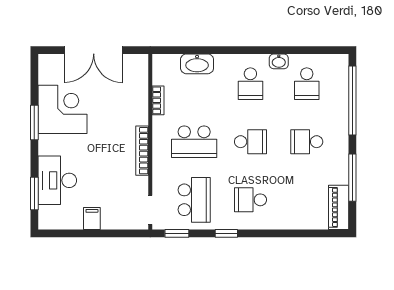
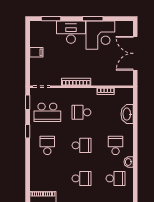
school desk: (250, 84) -> (116, 145), turned 90
school desk: (307, 84) -> (116, 178), turned 180
school desk: (194, 142) -> (81, 112), width x0.54
school desk: (250, 142) -> (81, 145), turned -90
school desk: (307, 142) -> (81, 178), turned 90
desk: (57, 180) -> (71, 32), moved

